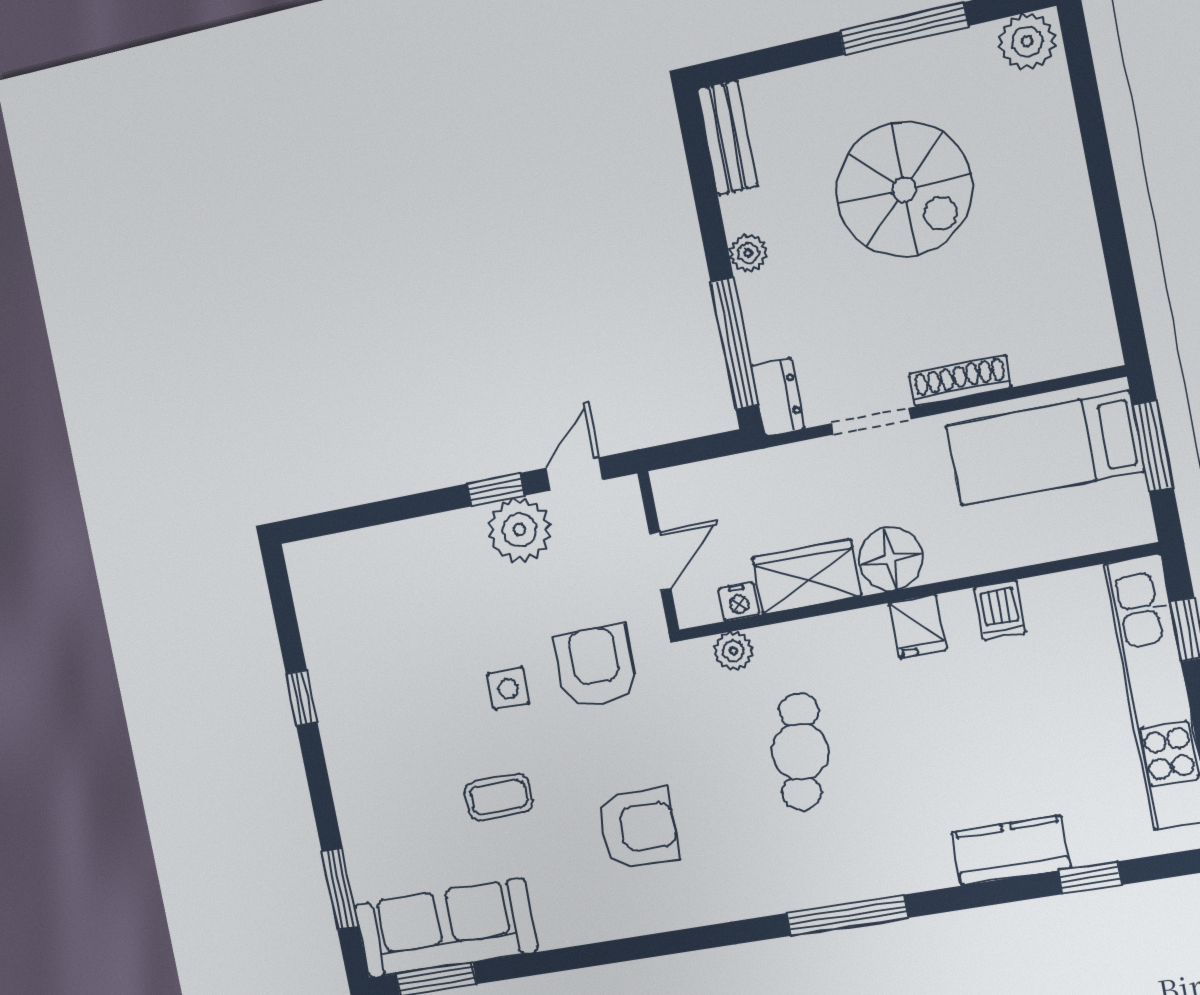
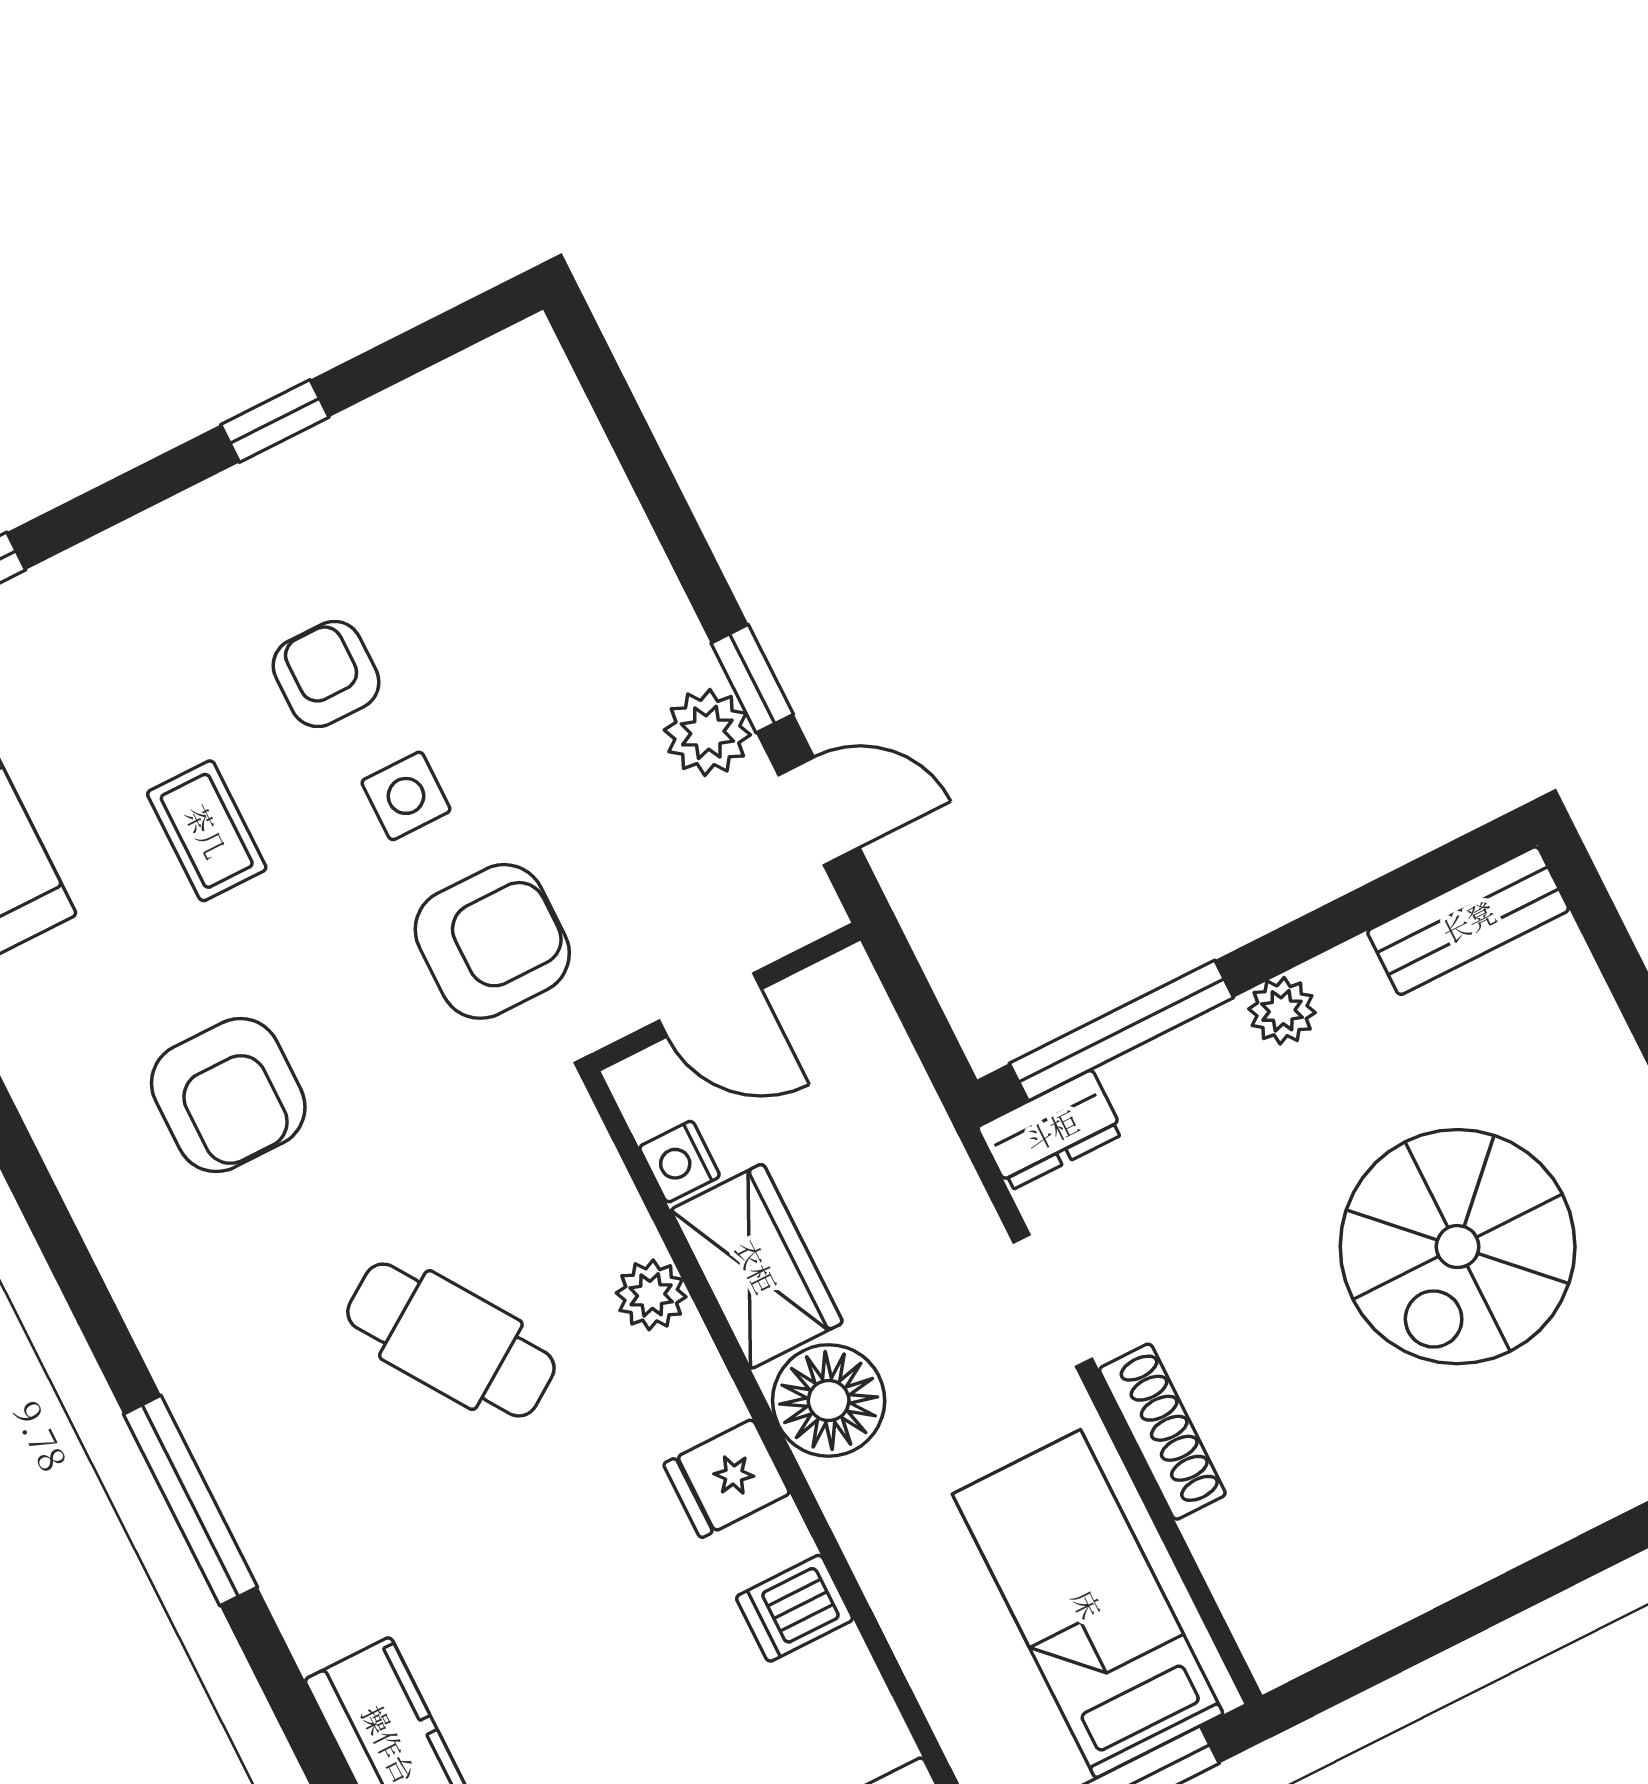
plant: (519, 530) -> (707, 732), width x0.73, depth x0.73
plant: (733, 651) -> (651, 1295), moved
armchair: (435, 711) -> (326, 674), added
cafe table: (800, 752) -> (451, 1340), turned 47

